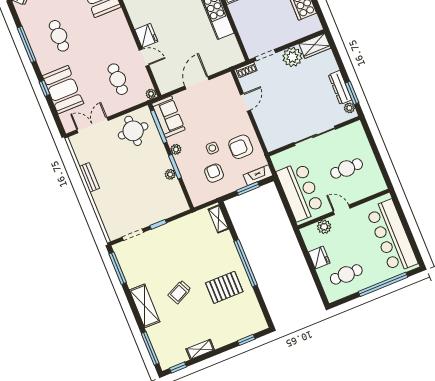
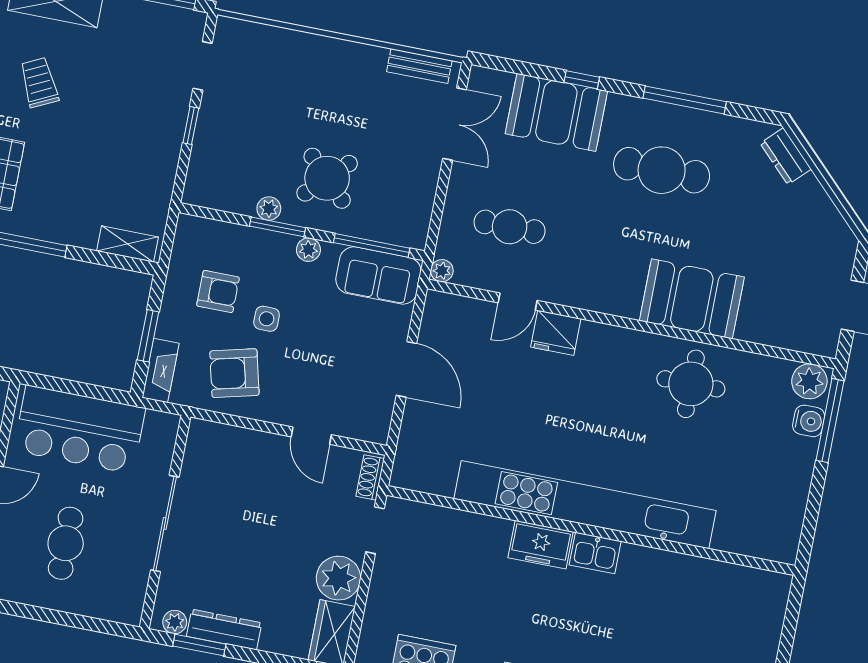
cafe table: (59, 36) -> (662, 170), width x1.37, depth x1.35
round table: (133, 131) -> (327, 178), moved, turned 45
armchair: (241, 147) -> (234, 373), turned -104
bench: (89, 177) -> (419, 66), moved

